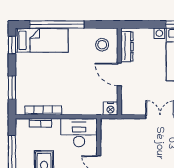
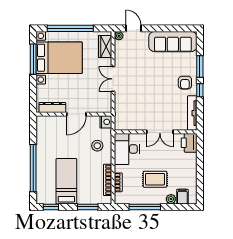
bed: (42, 40) -> (66, 181), moved
stool: (102, 45) -> (97, 146), moved

